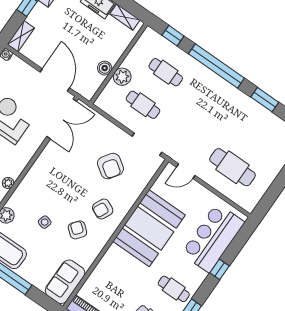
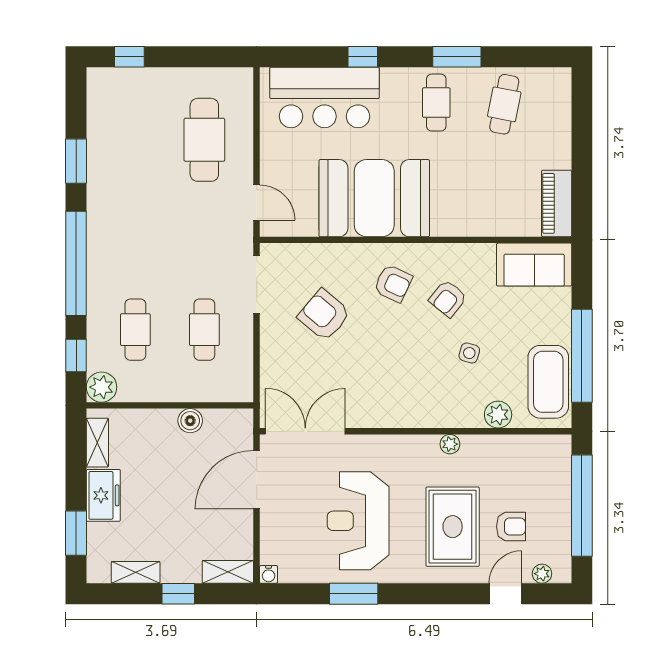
plant: (122, 77) -> (102, 387), moved
armchair: (110, 166) -> (324, 315), turned -84

